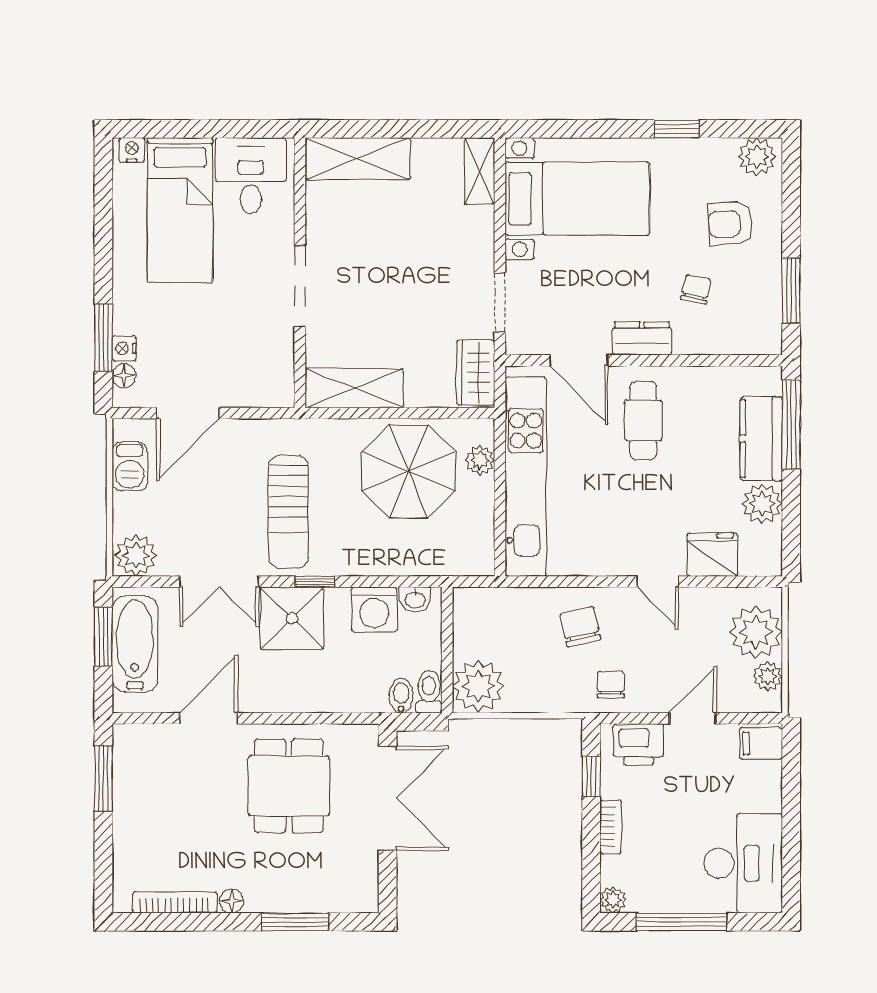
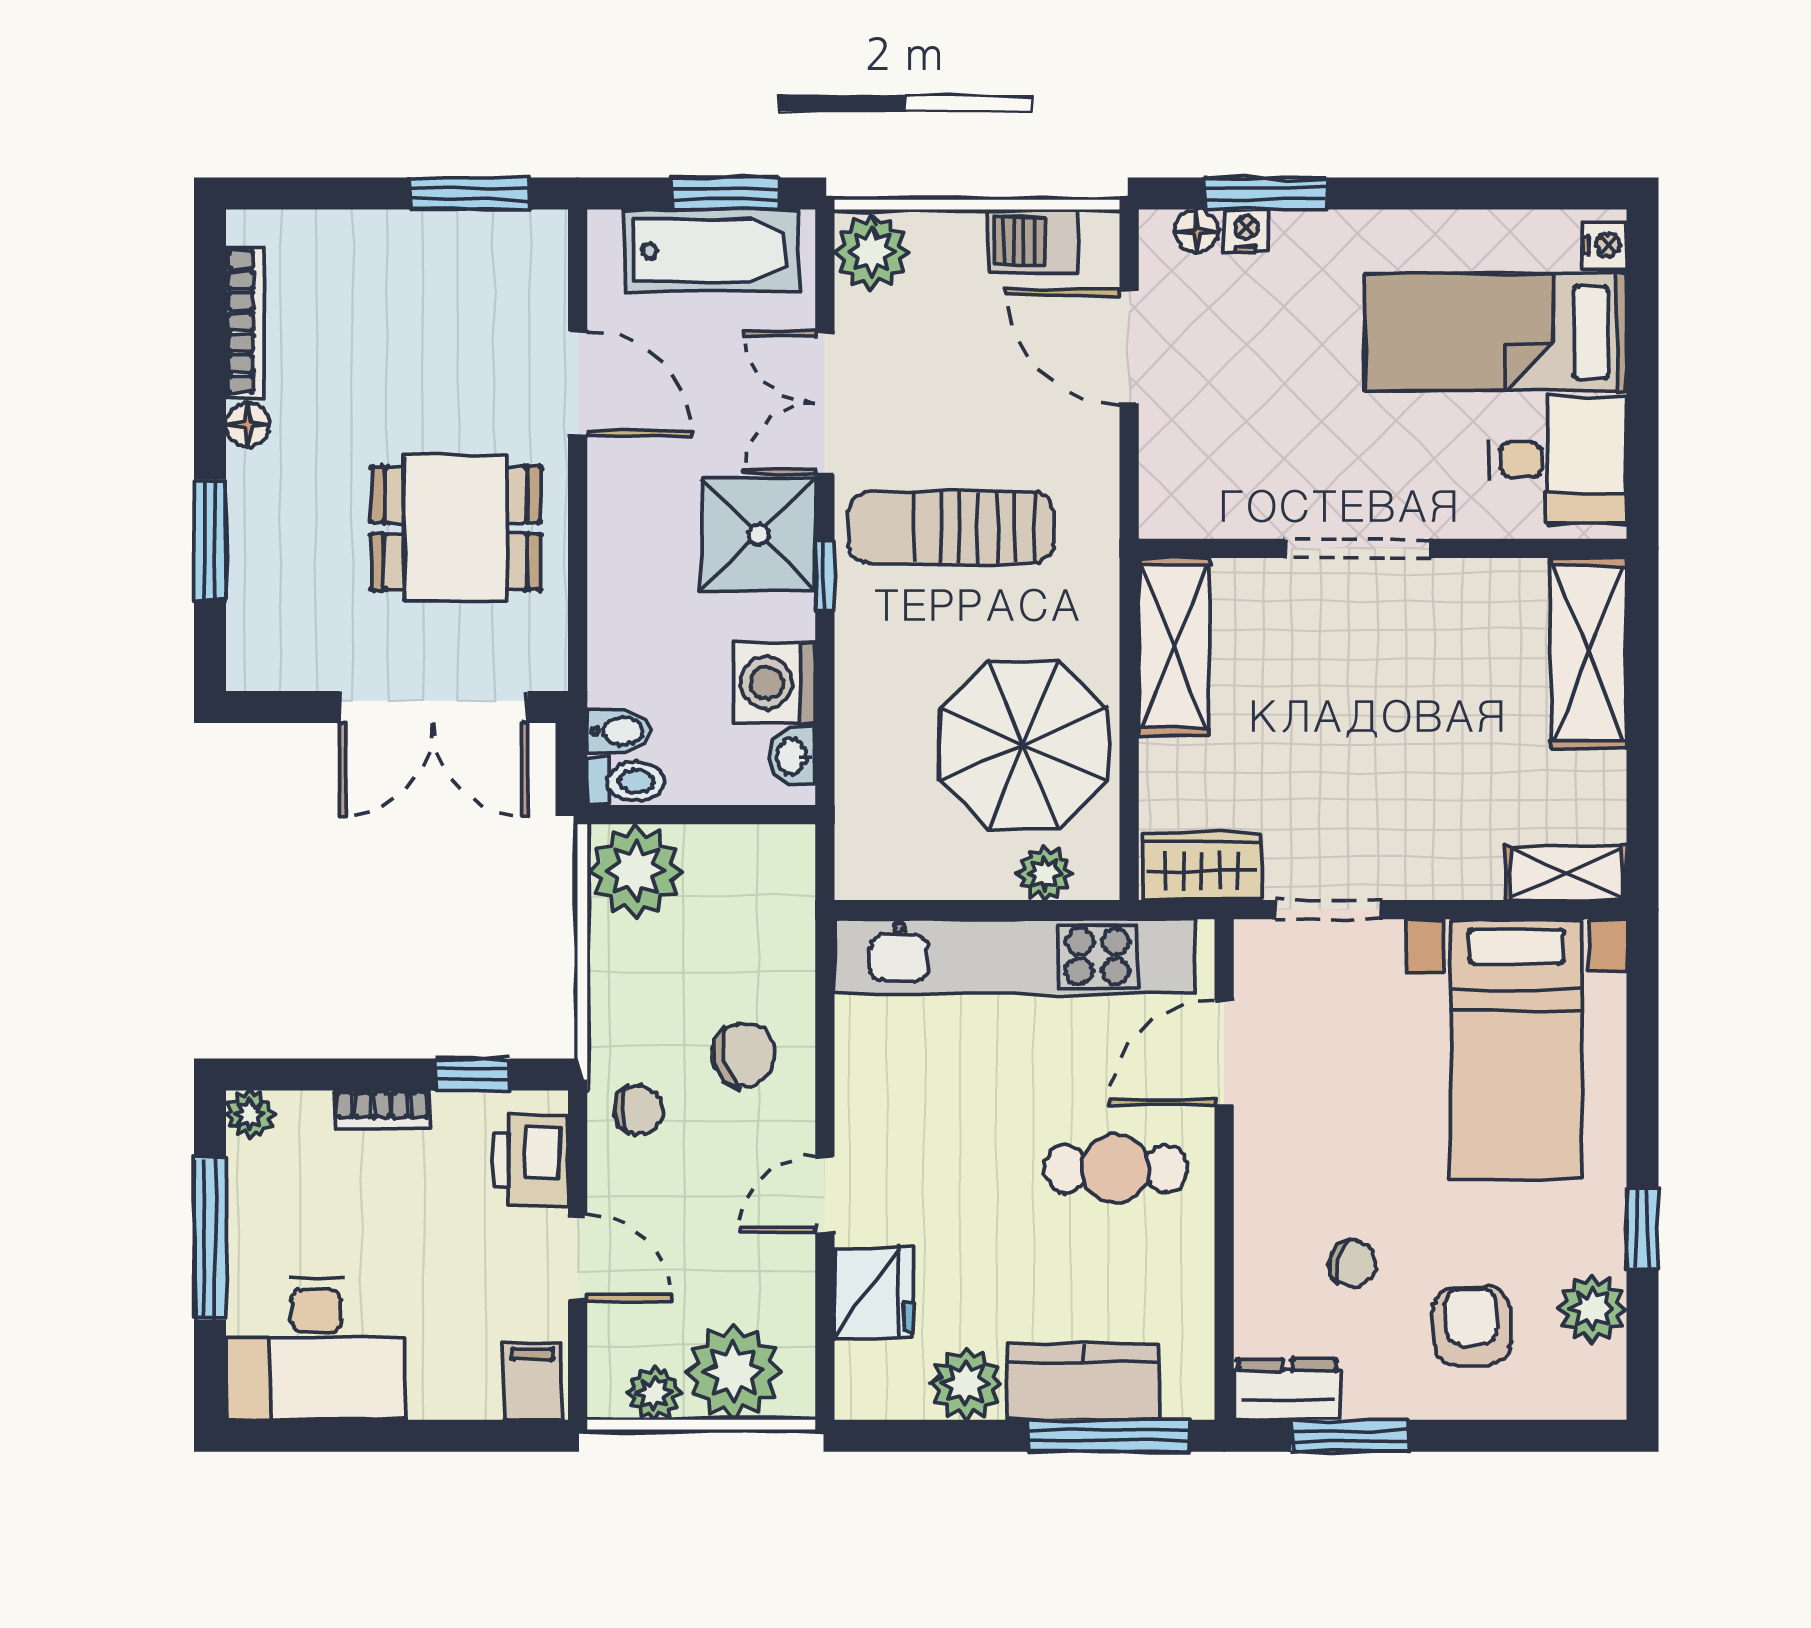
plant: (757, 157) -> (1592, 1309), moved
dresser: (642, 339) -> (1287, 1390), moved, turned -90

